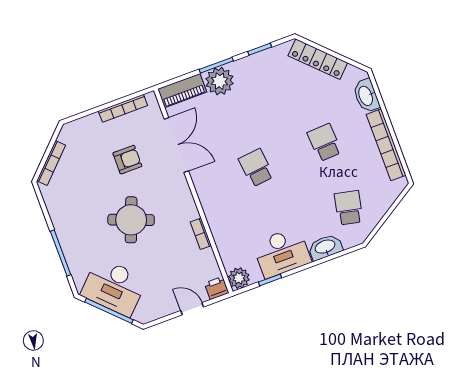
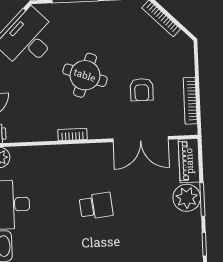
bookcase: (201, 234) -> (73, 134), moved

